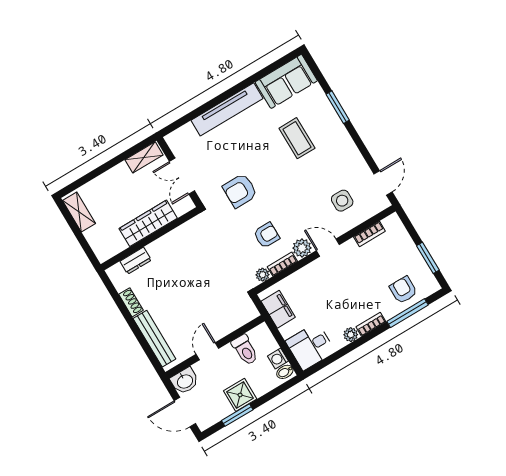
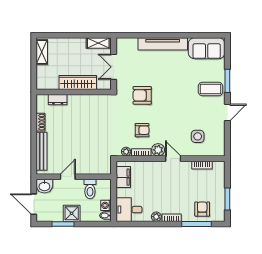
coffee table: (297, 138) -> (211, 89), moved, turned 90
door: (383, 183) -> (227, 112), moved

